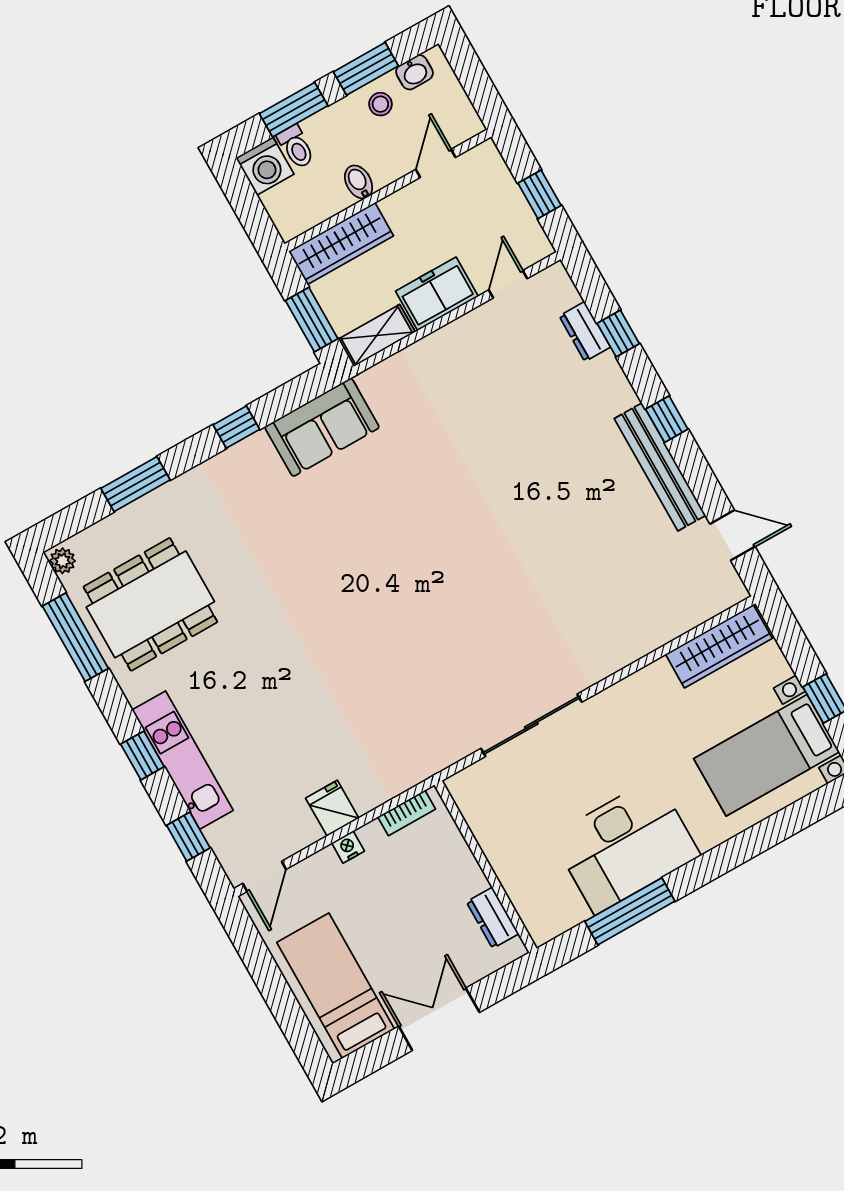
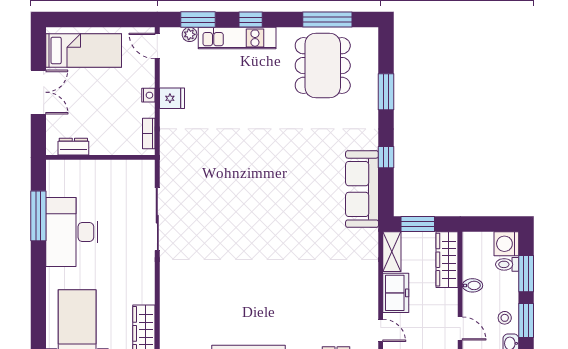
sofa: (322, 427) -> (362, 189), width x1.36
plant: (62, 561) -> (190, 34), moved
window: (188, 837) -> (198, 20), width x1.50

